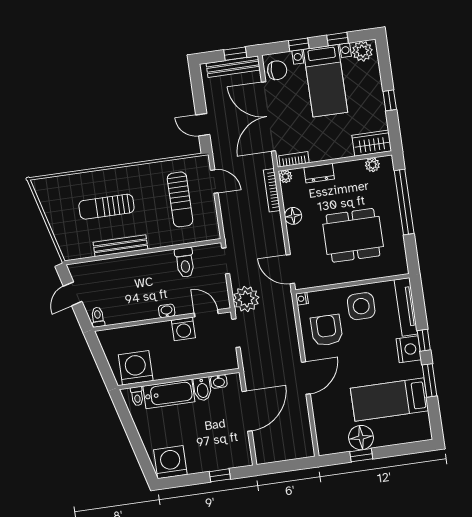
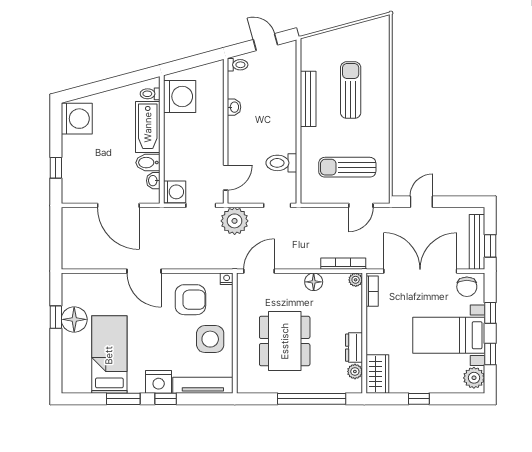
dresser: (319, 173) -> (354, 348), moved
washbasin: (167, 311) -> (234, 107), moved
washing machine: (183, 329) -> (175, 192), moved, turned 180

